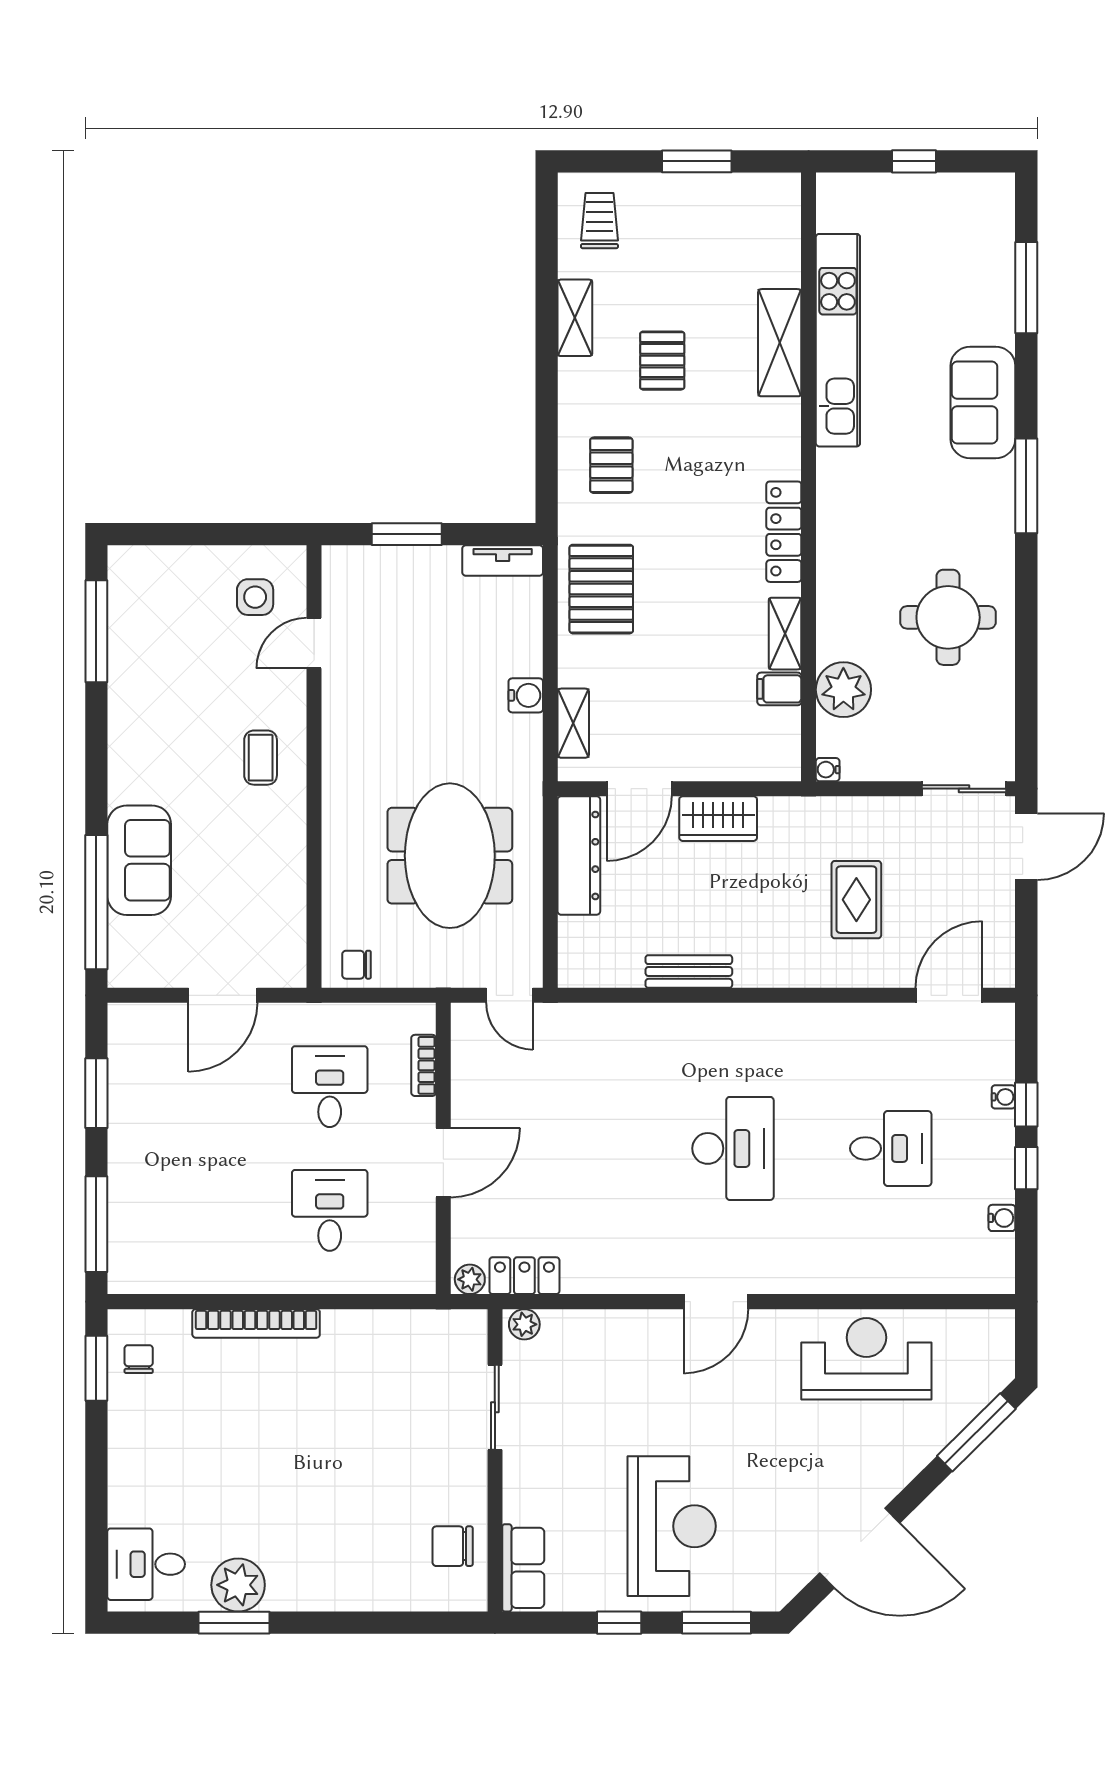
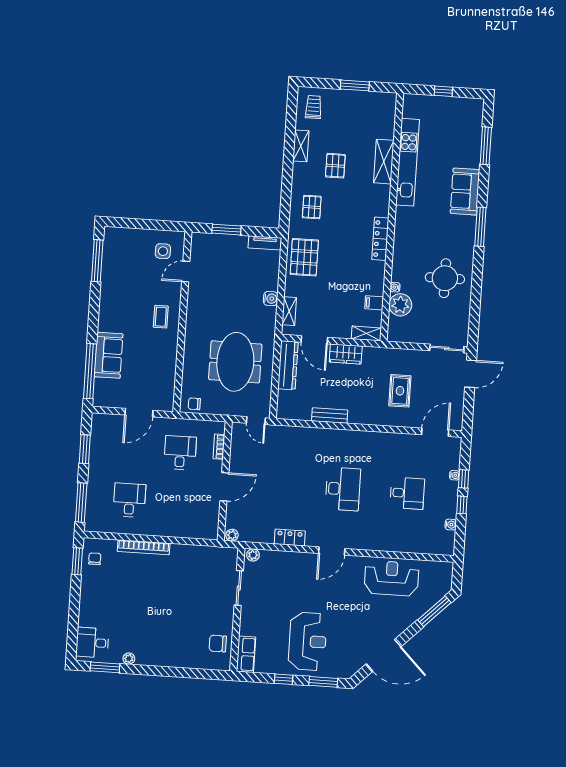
shelving: (785, 634) -> (366, 333), moved, turned 90
water cooler: (828, 770) -> (395, 287), moved
door: (639, 789) -> (314, 340), hinge flipped
desk: (330, 1210) -> (129, 500), moved
locker: (524, 1276) -> (290, 537), moved
plant: (238, 1585) -> (129, 659), width x0.53, depth x0.53
window: (234, 1623) -> (105, 667), moved

